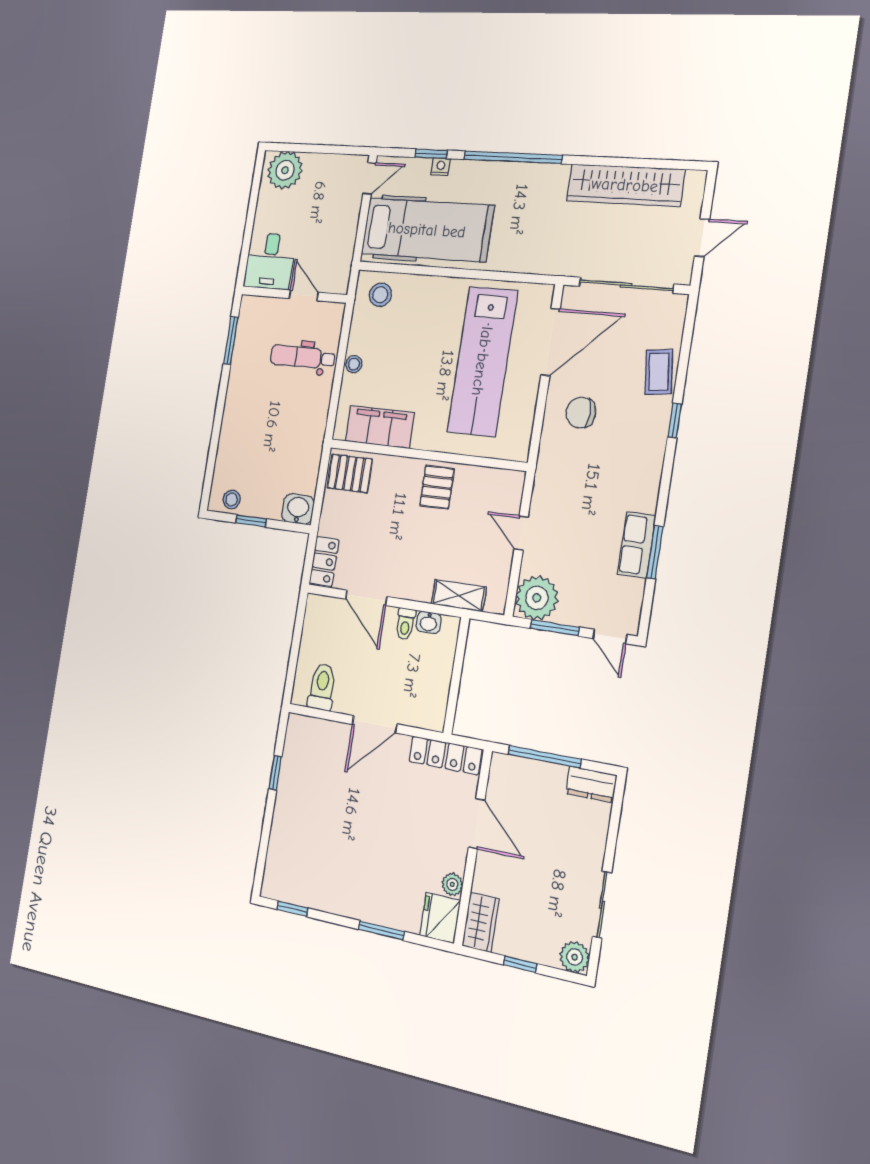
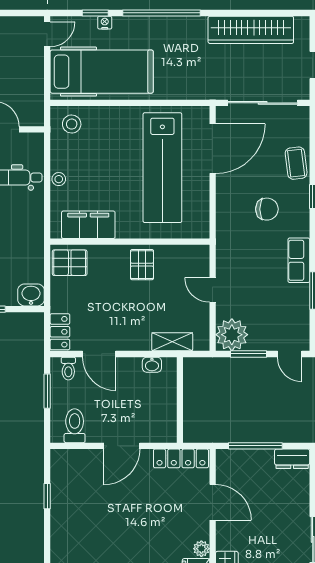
chair: (581, 413) -> (267, 209), moved, turned 180
row of seats: (637, 545) -> (299, 260), moved
toilet: (405, 624) -> (68, 369), moved
window: (297, 636) -> (47, 391), added

